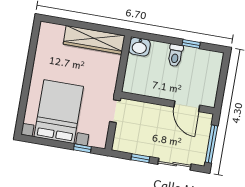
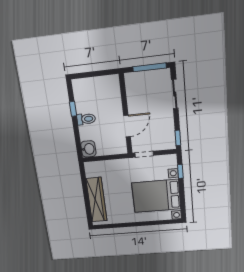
wardrobe: (94, 40) -> (96, 200), moved
door: (187, 106) -> (127, 126), moved
window: (140, 158) -> (178, 138), moved

